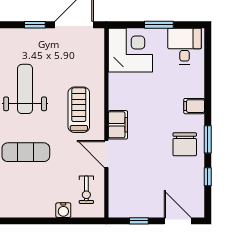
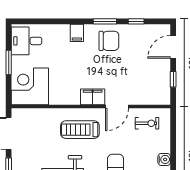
water cooler: (63, 210) -> (164, 159), moved

